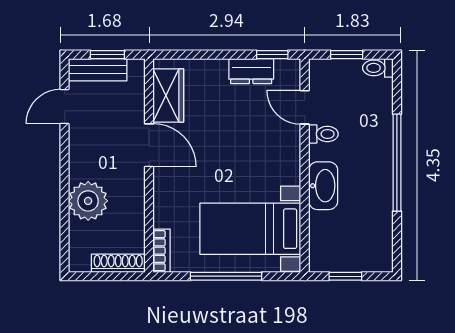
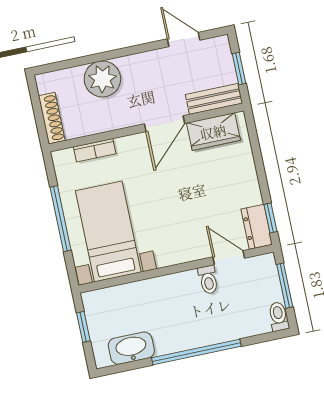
window: (347, 55) -> (285, 286), width x1.50
bench: (98, 70) -> (214, 99), moved, turned 90
dresser: (251, 71) -> (257, 227), moved
door: (305, 107) -> (229, 258), hinge flipped
washbasin: (323, 186) -> (131, 348), moved, turned 180
bookcase: (162, 251) -> (95, 150), moved

